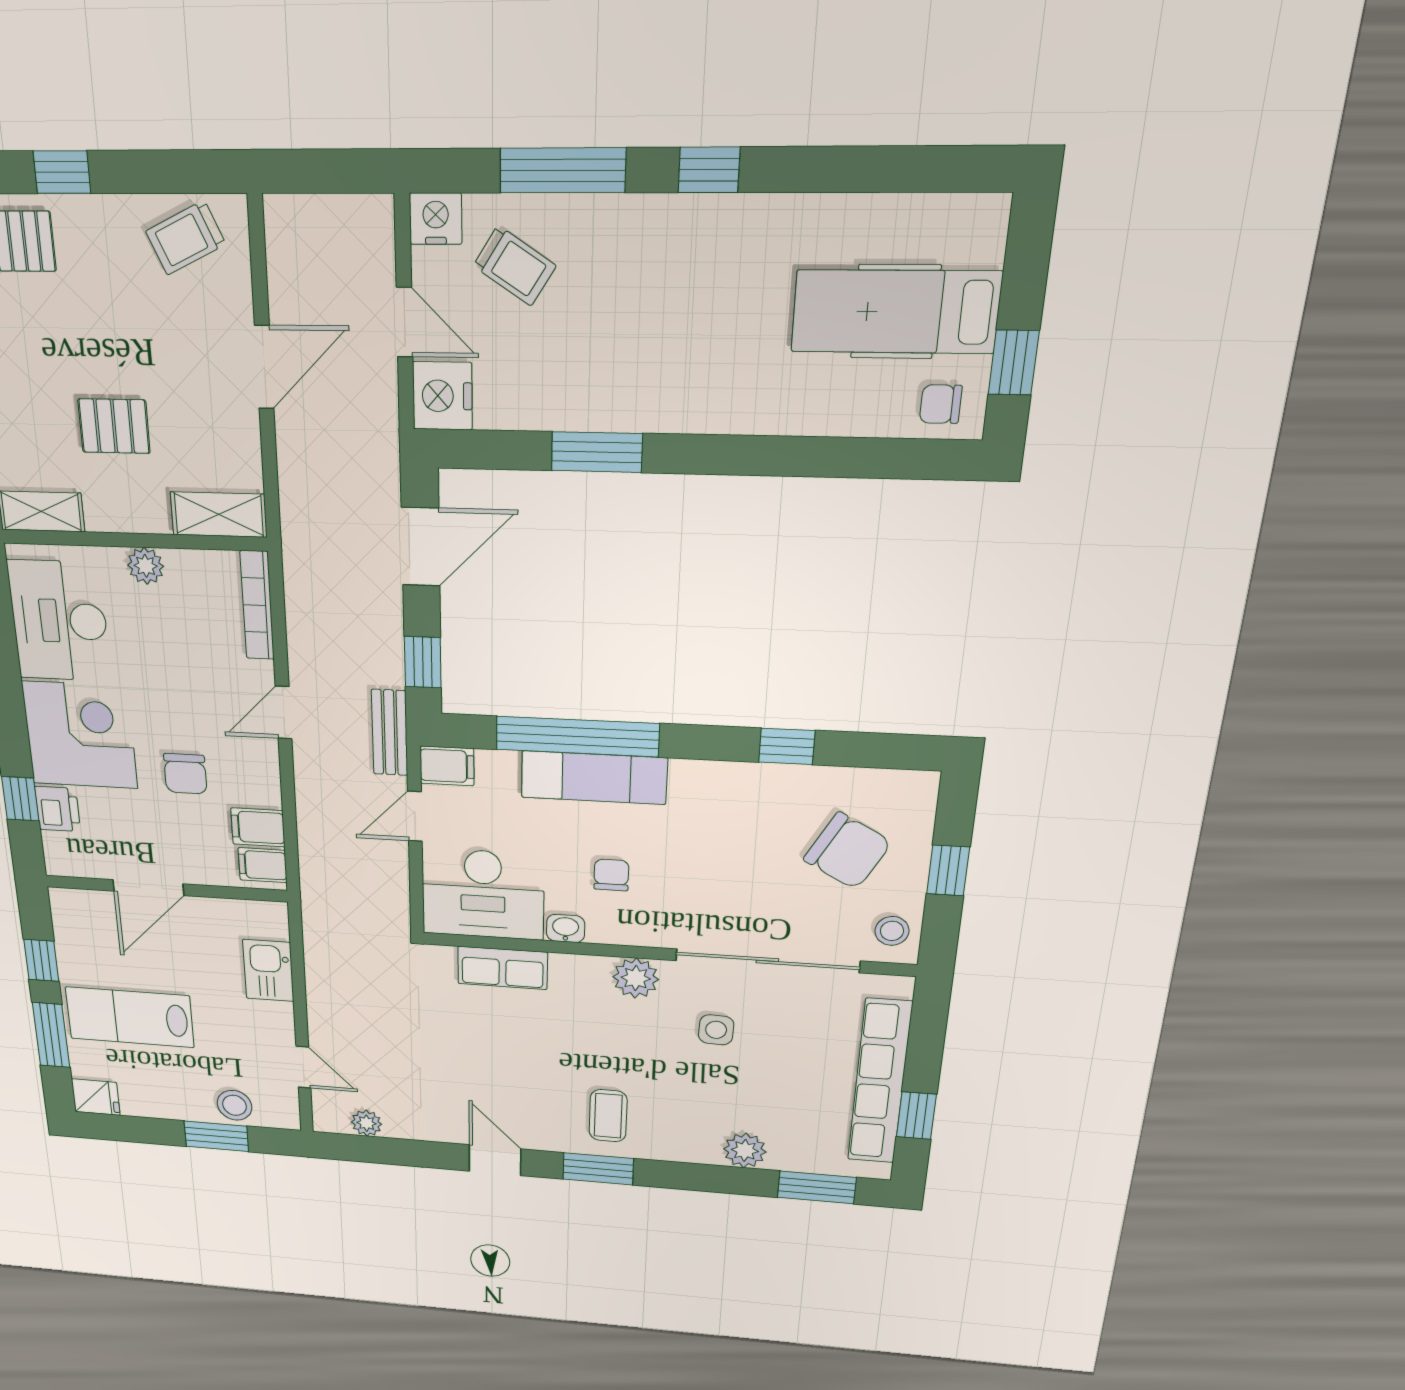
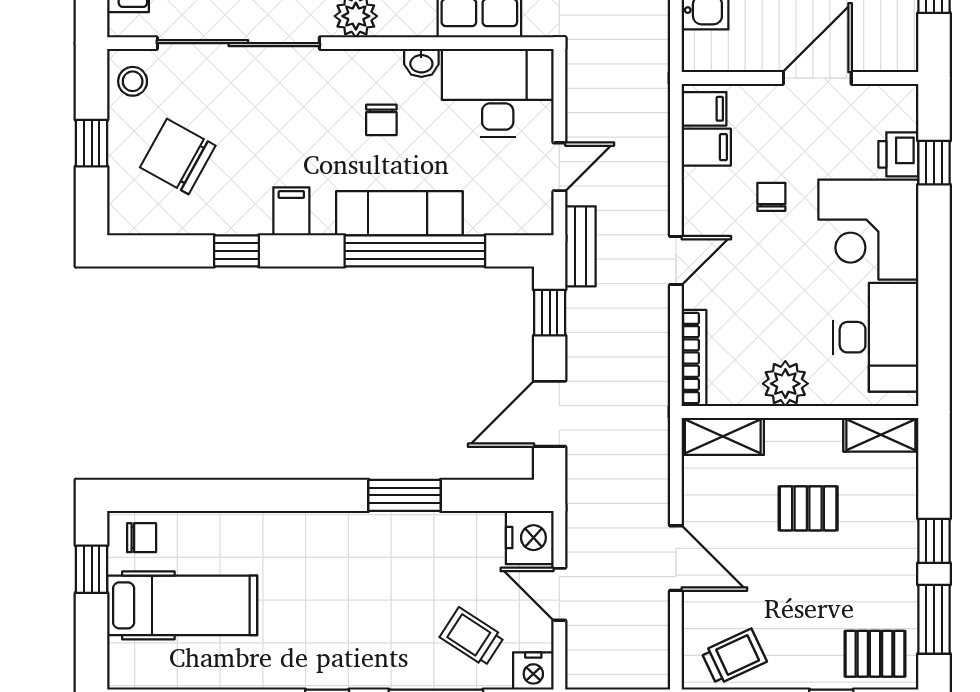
door: (264, 367) -> (676, 558), swing flipped
plant: (146, 566) -> (785, 384), width x1.38, depth x1.38
filing cabinet: (447, 766) -> (291, 211), moved, turned 90
chair: (185, 774) -> (771, 197), width x0.73, depth x0.73

